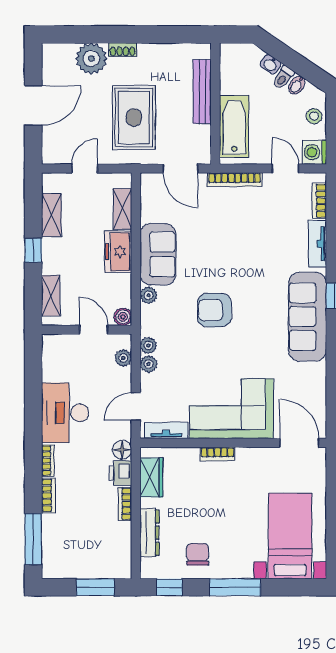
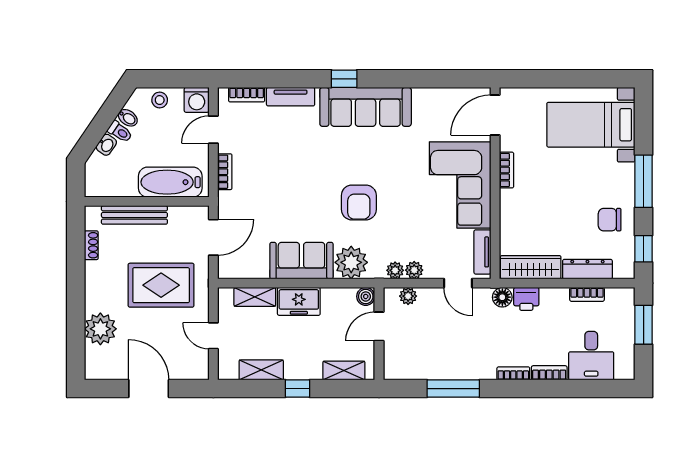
shoe rack: (123, 50) -> (91, 245), moved
bookcase: (235, 180) -> (225, 172), width x0.64
plant: (149, 295) -> (351, 262), width x1.87, depth x1.87
desk: (65, 413) -> (591, 356), moved, width x0.73
bookcase: (218, 454) -> (507, 170), moved
wardrobe: (151, 477) -> (531, 267), width x1.50
bookcase: (125, 504) -> (587, 294), moved
window: (33, 539) -> (453, 389), moved

